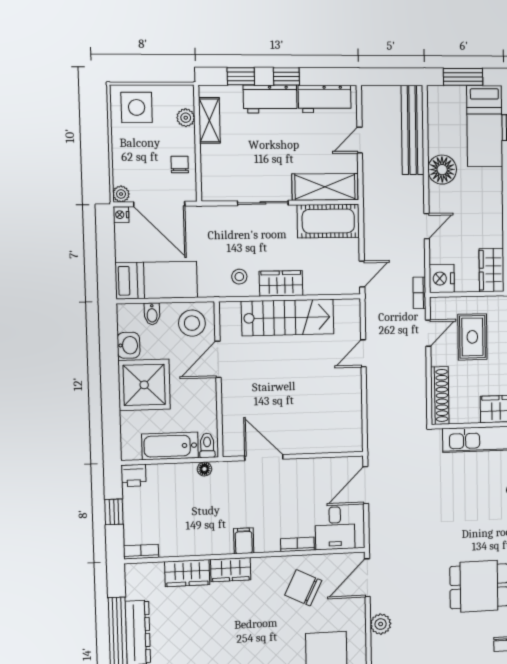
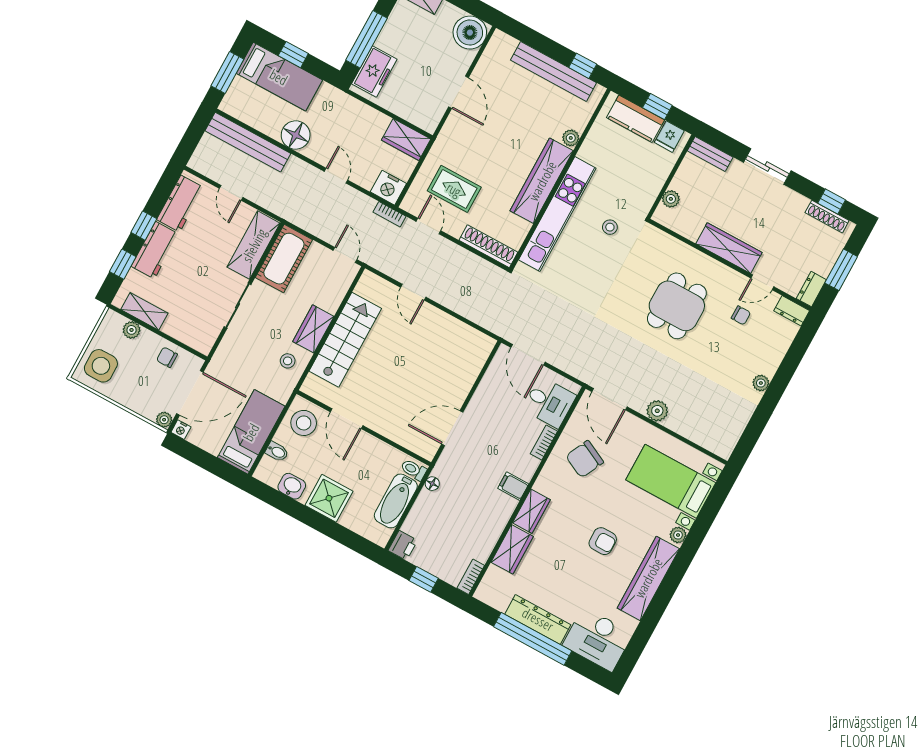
shower: (144, 385) -> (329, 498), width x0.73, depth x0.73
armchair: (241, 646) -> (603, 541), added

